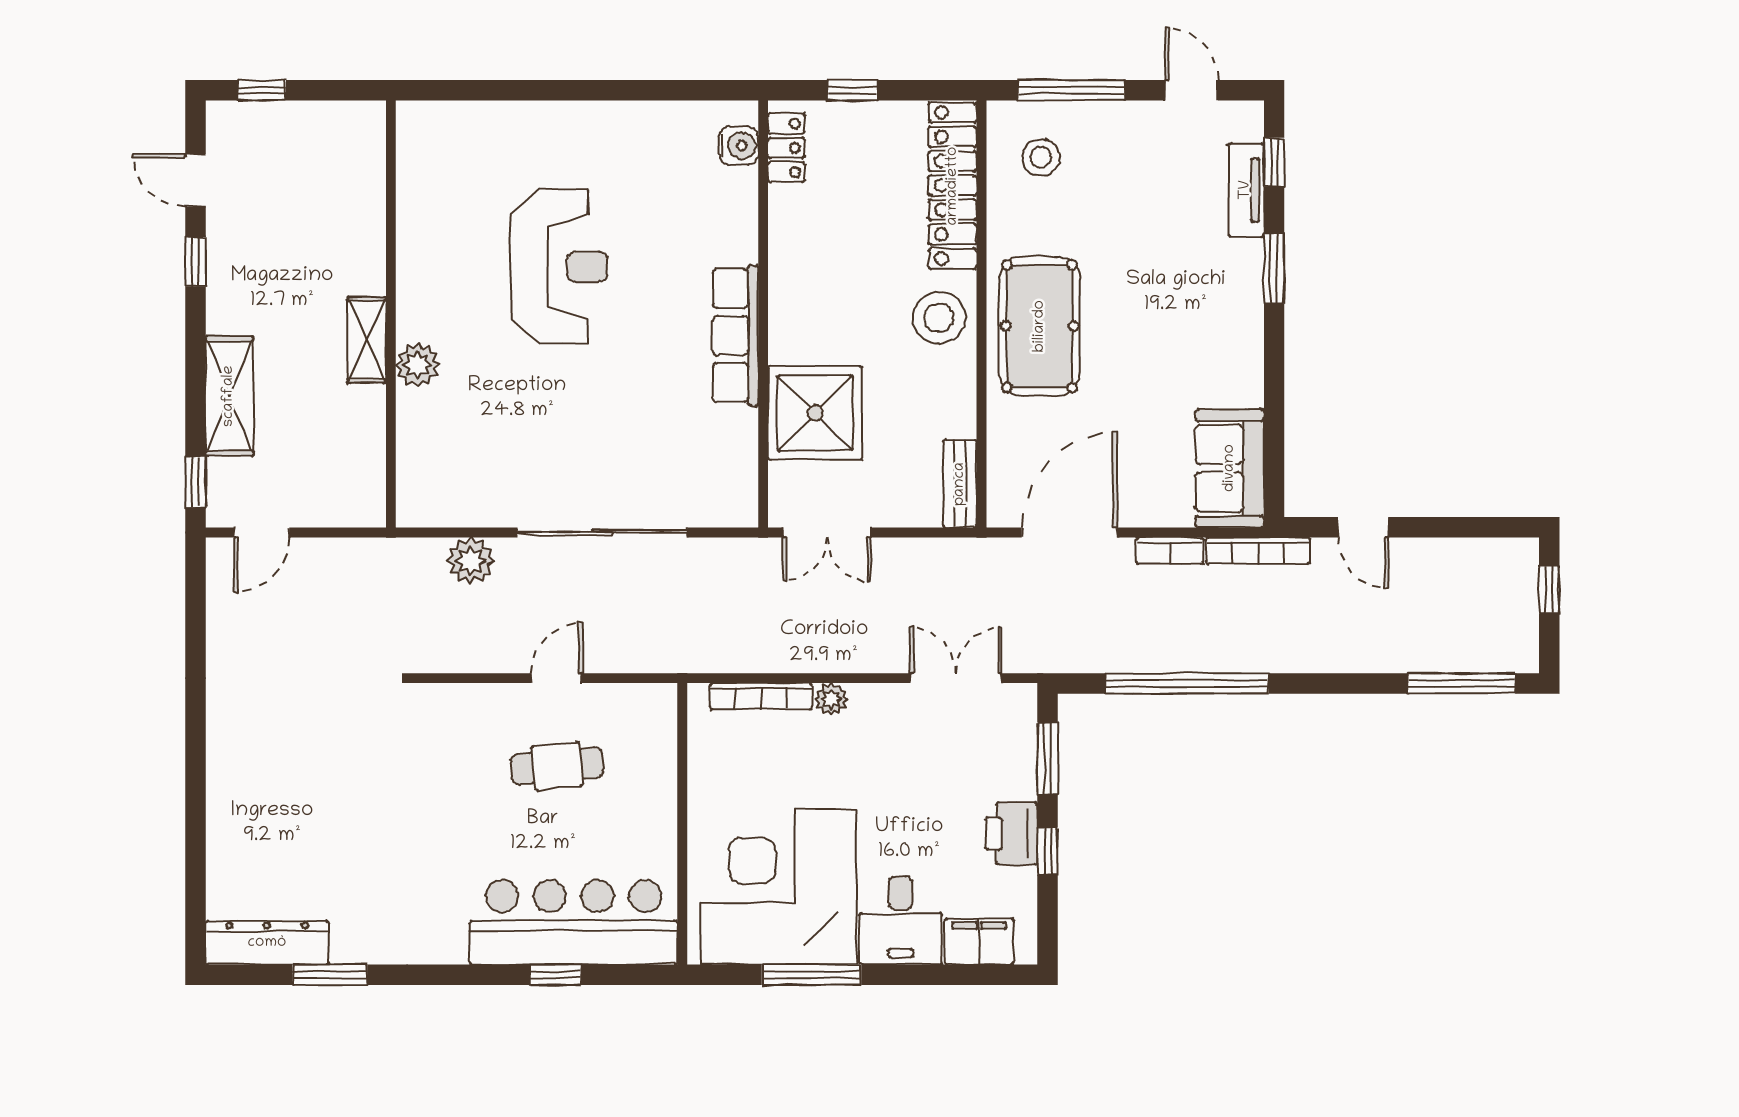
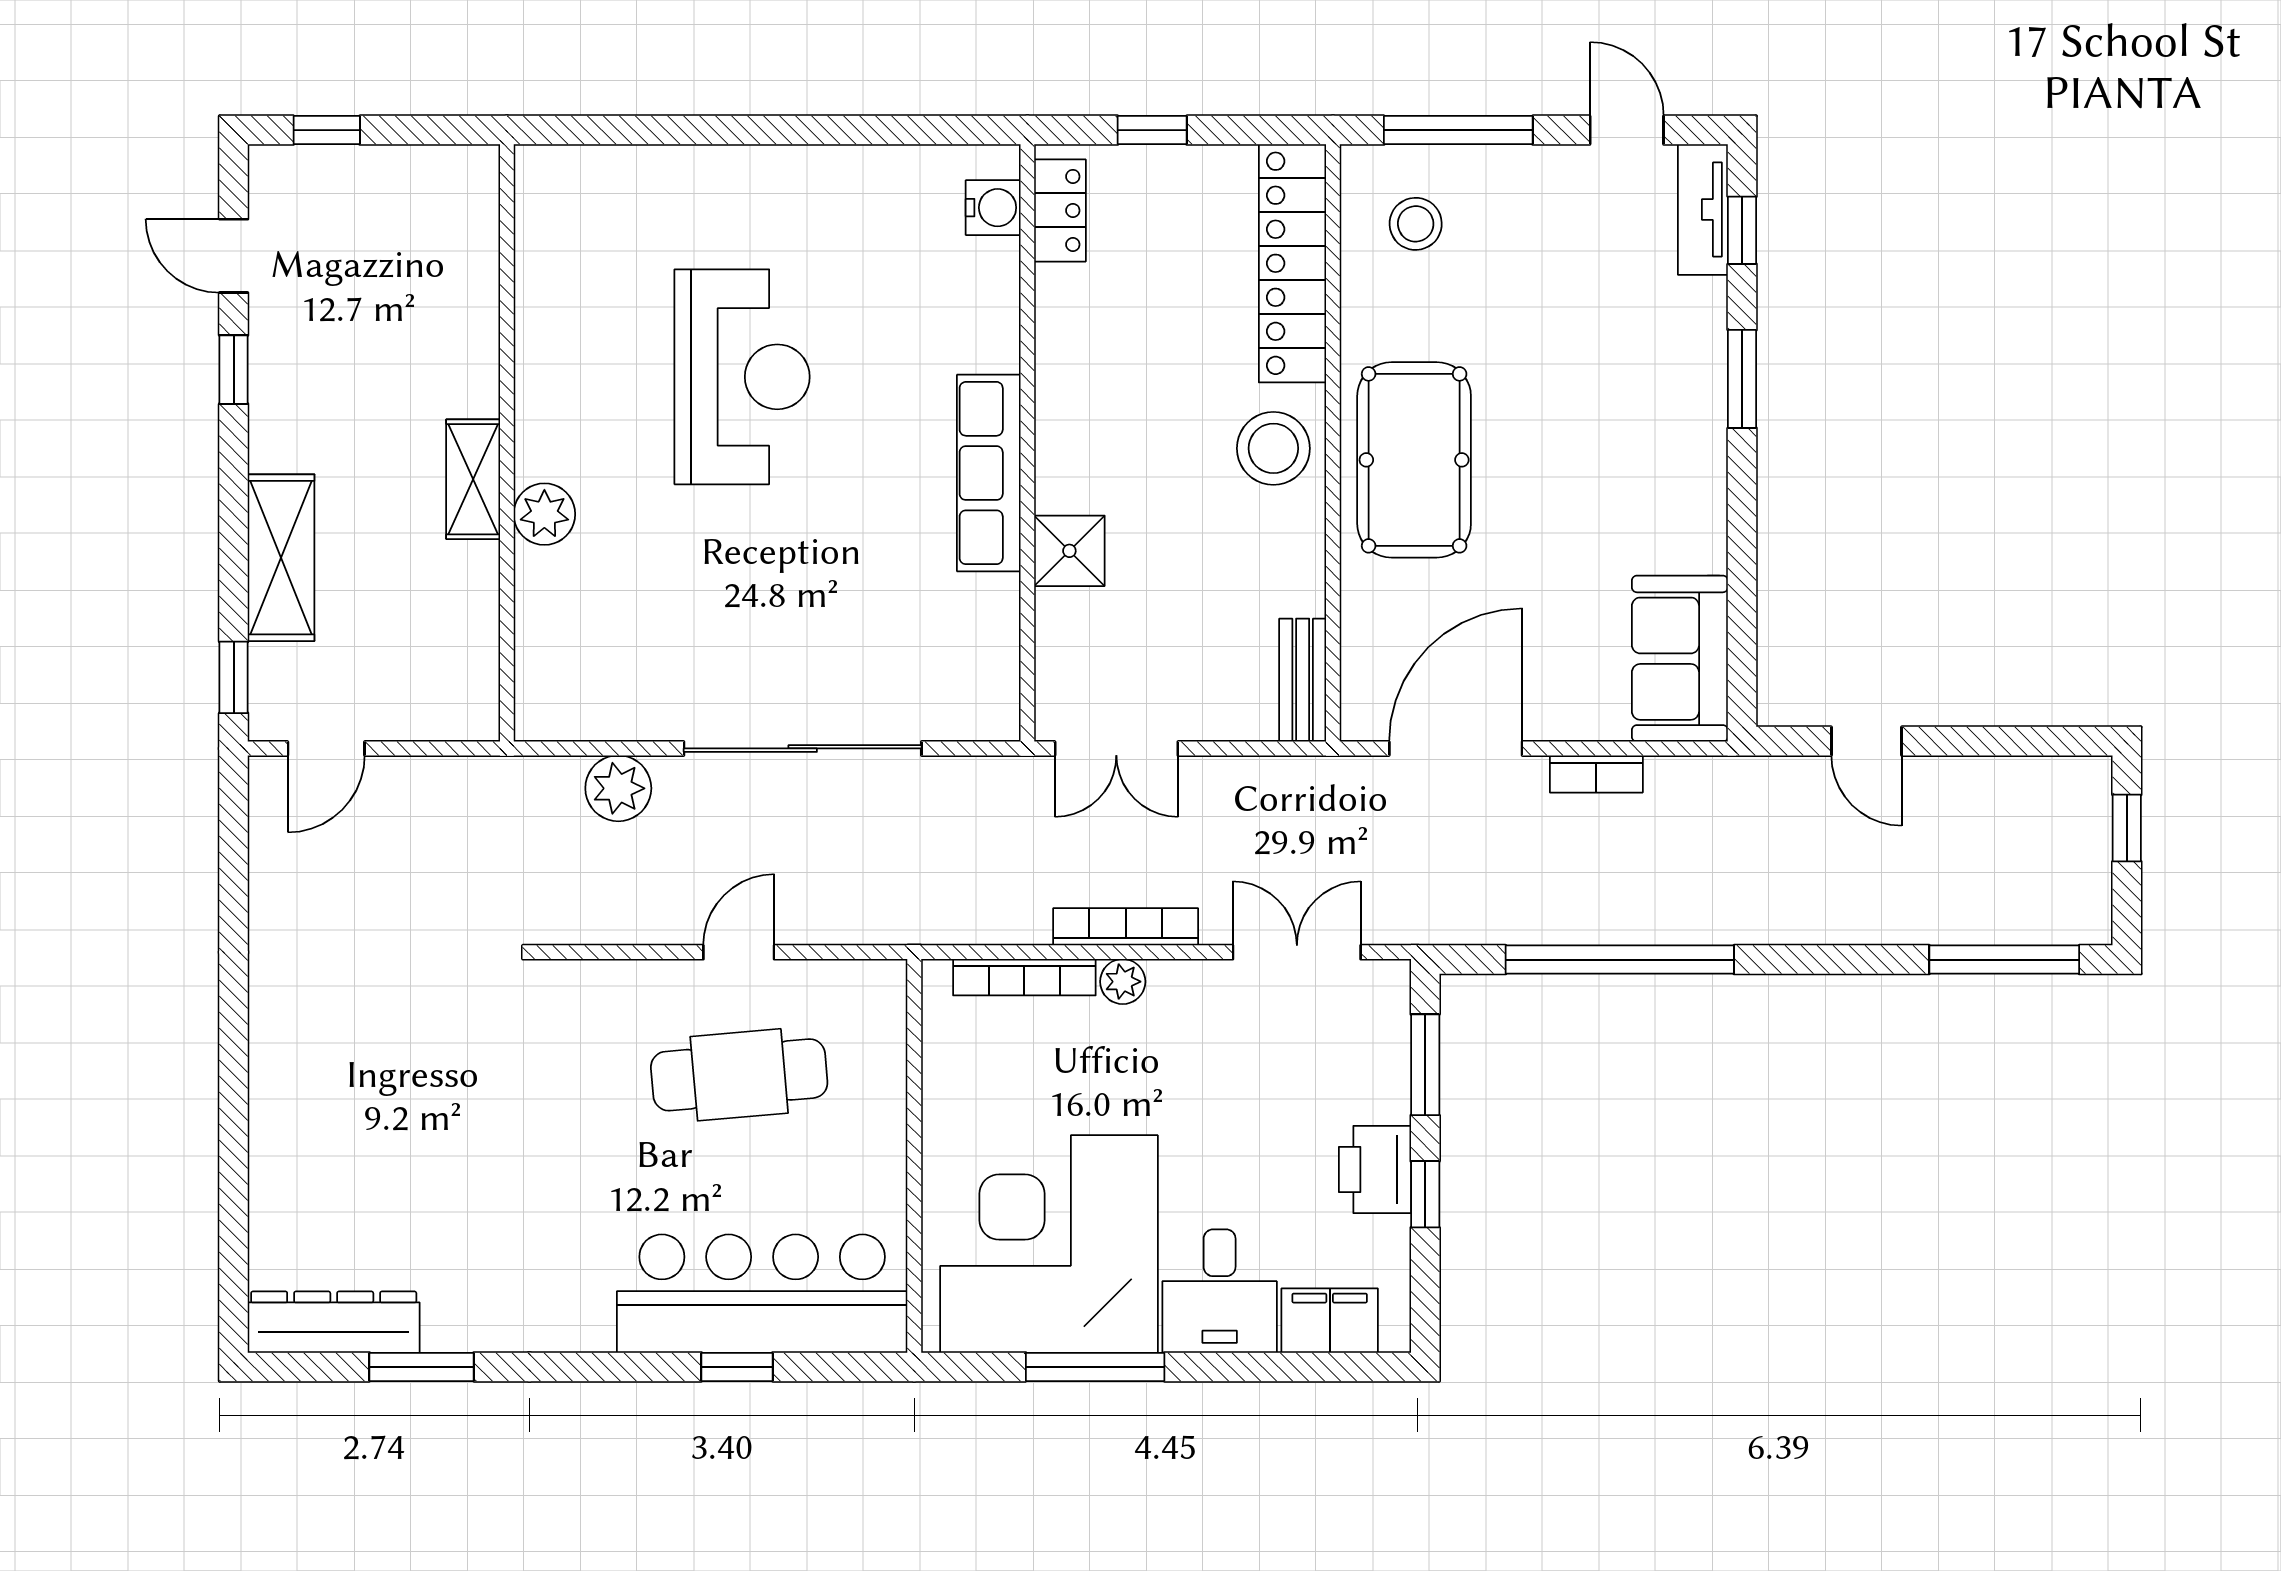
tv unit: (1246, 190) -> (1703, 210), moved
shower: (815, 413) -> (1069, 551), width x0.54, depth x0.54
bookcase: (1258, 551) -> (1126, 927), moved, turned 180
cafe table: (557, 766) -> (739, 1075), width x1.37, depth x1.35

